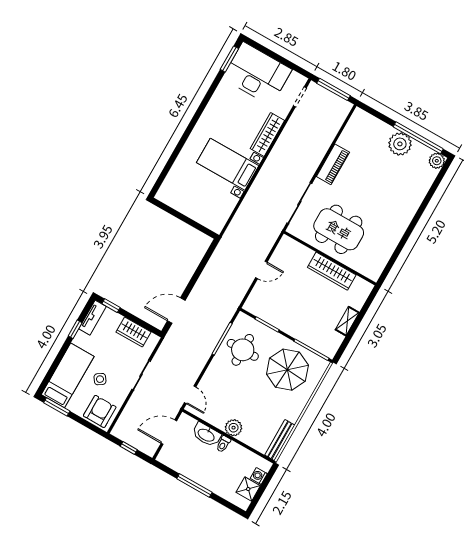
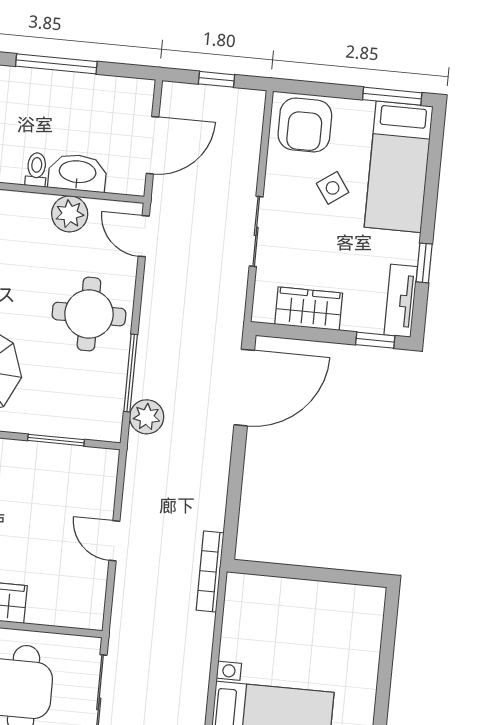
bookcase: (226, 238) -> (210, 572), added
door: (261, 270) -> (114, 541), hinge flipped
door: (176, 311) -> (244, 388), width x1.36
plant: (224, 317) -> (147, 417), added
round table: (243, 350) -> (89, 314), moved
plant: (234, 428) -> (70, 214), moved

